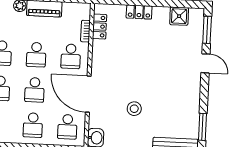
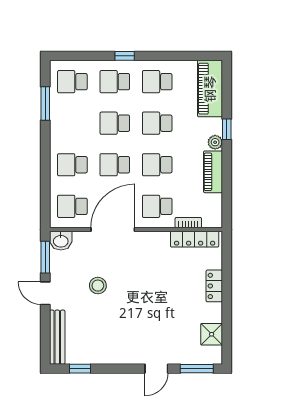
locker: (99, 27) -> (195, 239), width x1.53
window: (202, 127) -> (80, 369), width x0.67

